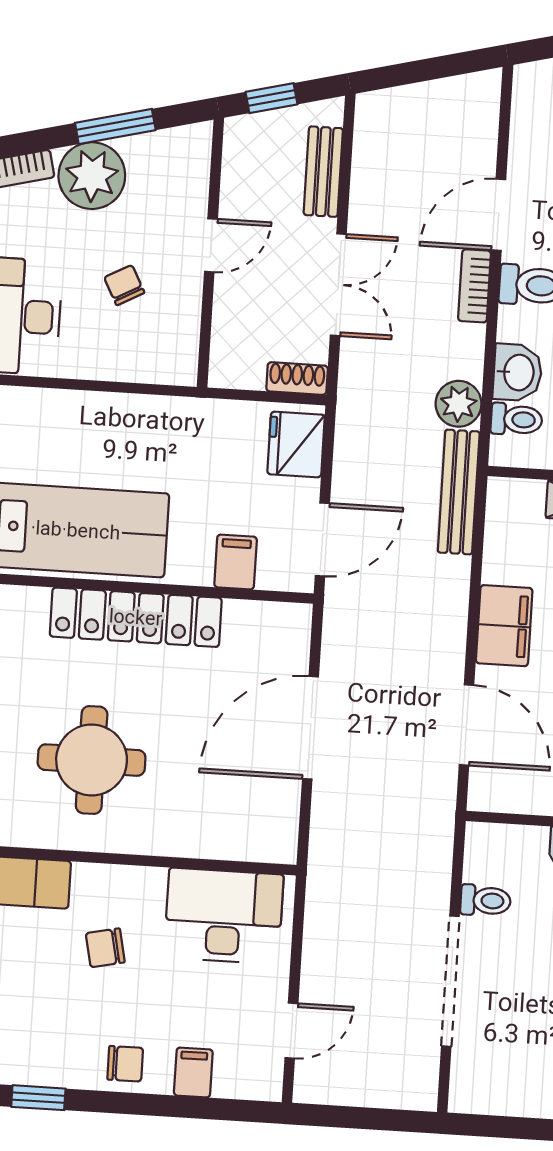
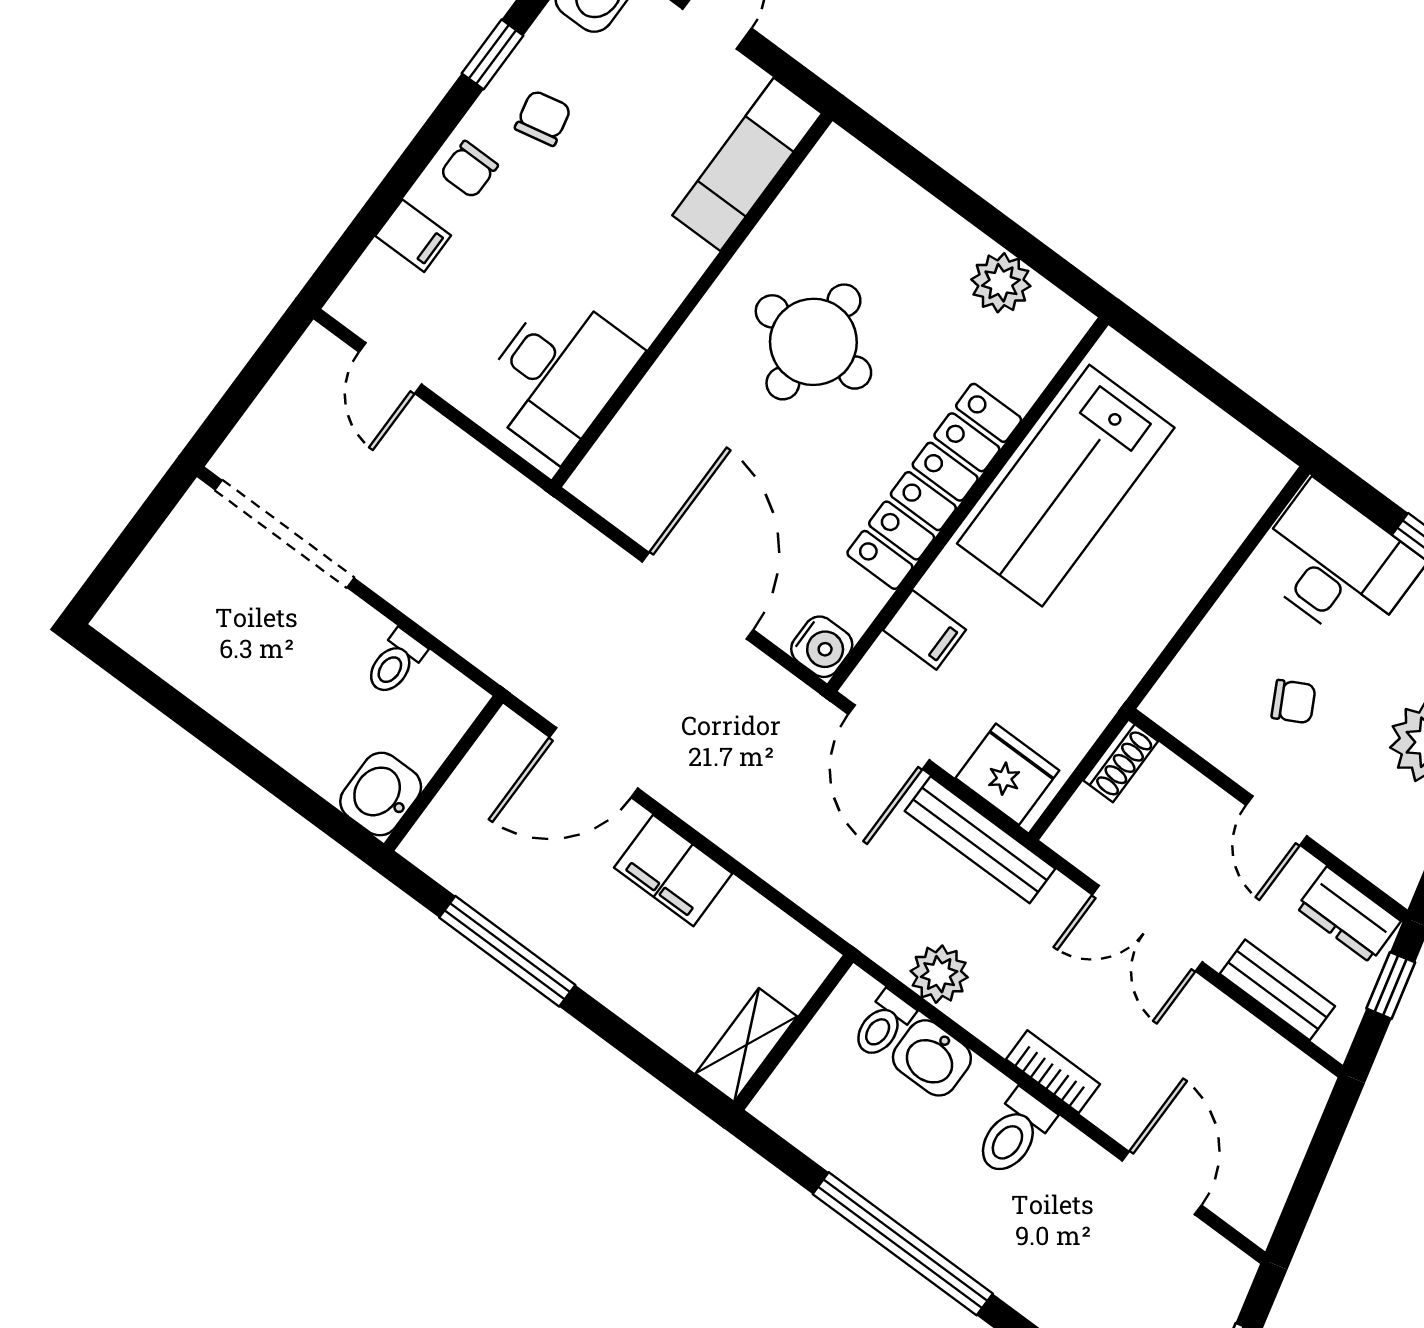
dresser: (242, 157) -> (1349, 915), added
door: (499, 215) -> (1162, 1183), moved
shoe rack: (297, 379) -> (1121, 761), moved
bench: (459, 492) -> (980, 840), moved
water cooler: (291, 623) -> (822, 647), added
chair: (105, 948) -> (543, 118), moved
doorway: (450, 981) -> (285, 534), moved

